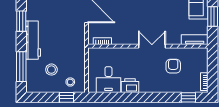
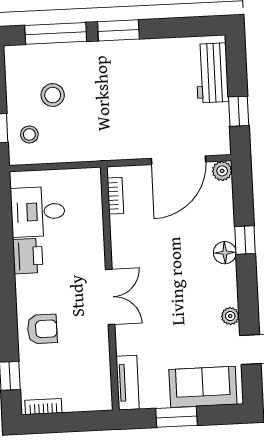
window: (21, 21) -> (118, 30), moved
workbench: (33, 40) -> (111, 55), removed
armchair: (173, 66) -> (42, 329), moved

